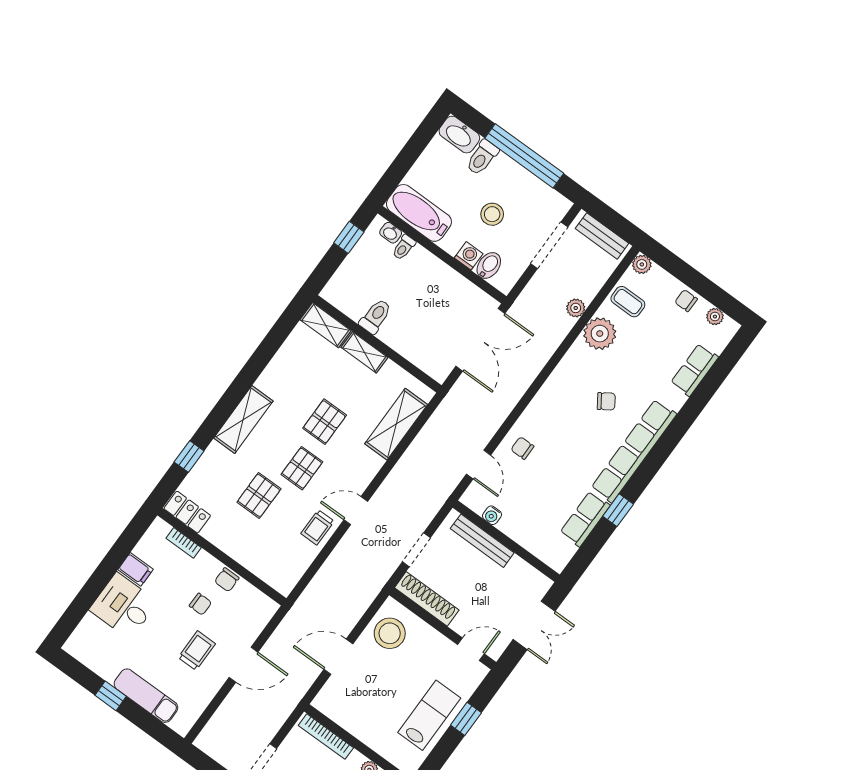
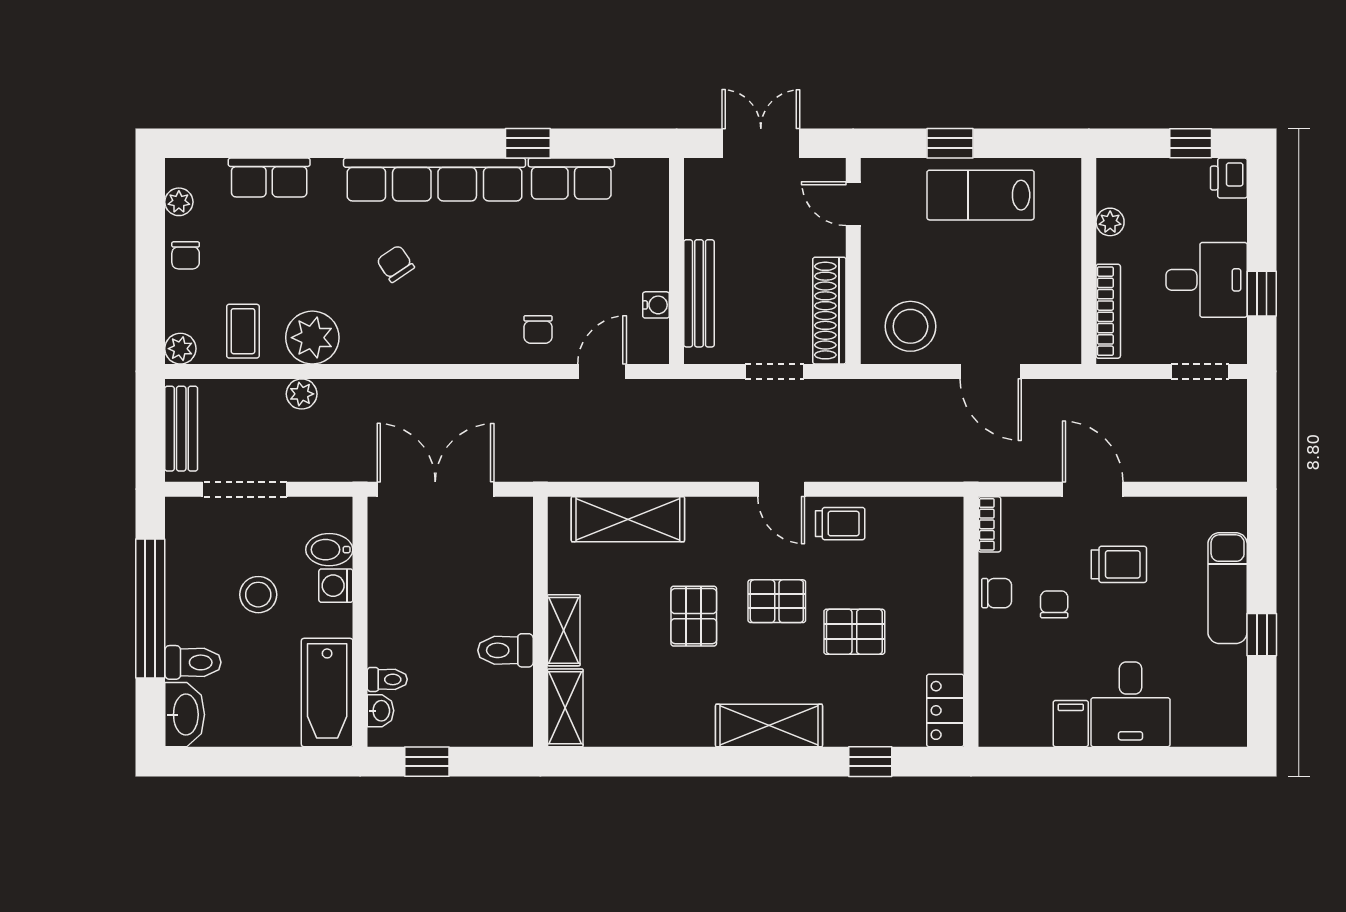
pallet: (325, 422) -> (694, 616), turned 90
bookcase: (184, 543) -> (989, 524), moved
trolley: (197, 651) -> (1119, 564), turned 180

